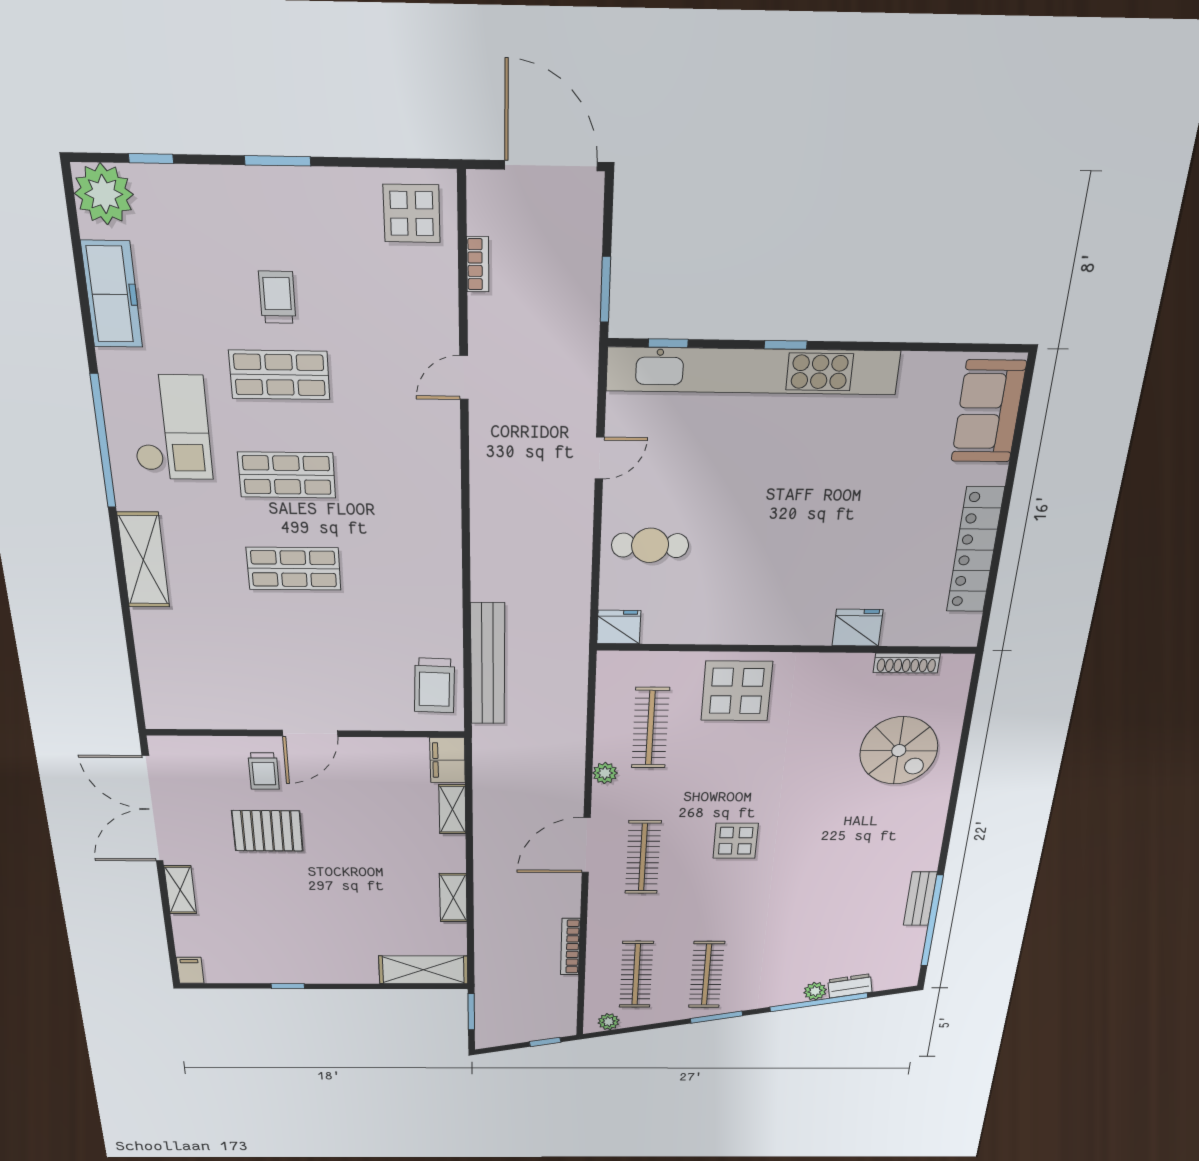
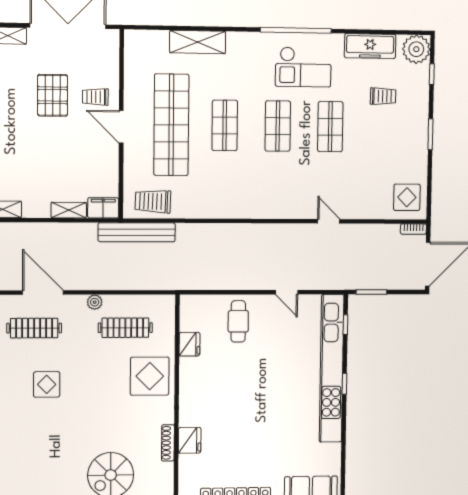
bookcase: (478, 264) -> (413, 229), moved
trolley: (277, 297) -> (383, 96), moved
shelving: (143, 560) -> (198, 42), moved
fridge: (619, 627) -> (189, 344), moved
shop shelf: (300, 656) -> (171, 125), added
shoe rack: (907, 663) -> (168, 443), moved
bench: (488, 664) -> (137, 232), moved

